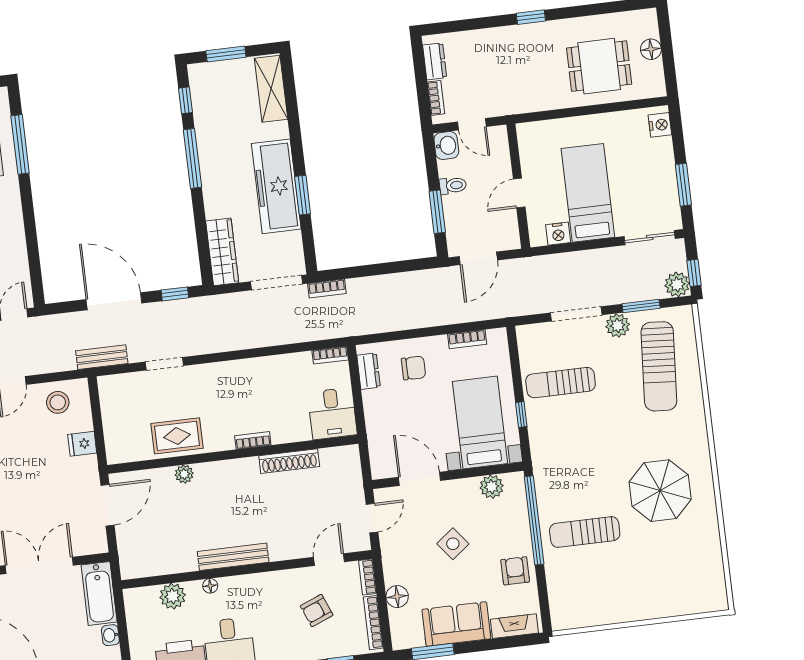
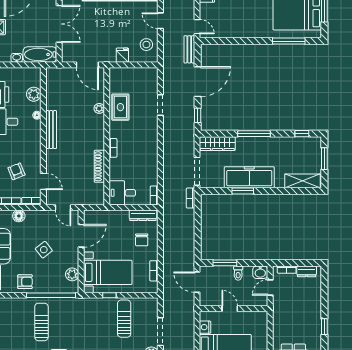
window: (193, 158) -> (254, 134), moved
bench: (102, 357) -> (189, 49), moved
dresser: (369, 371) -> (143, 215), width x1.44

